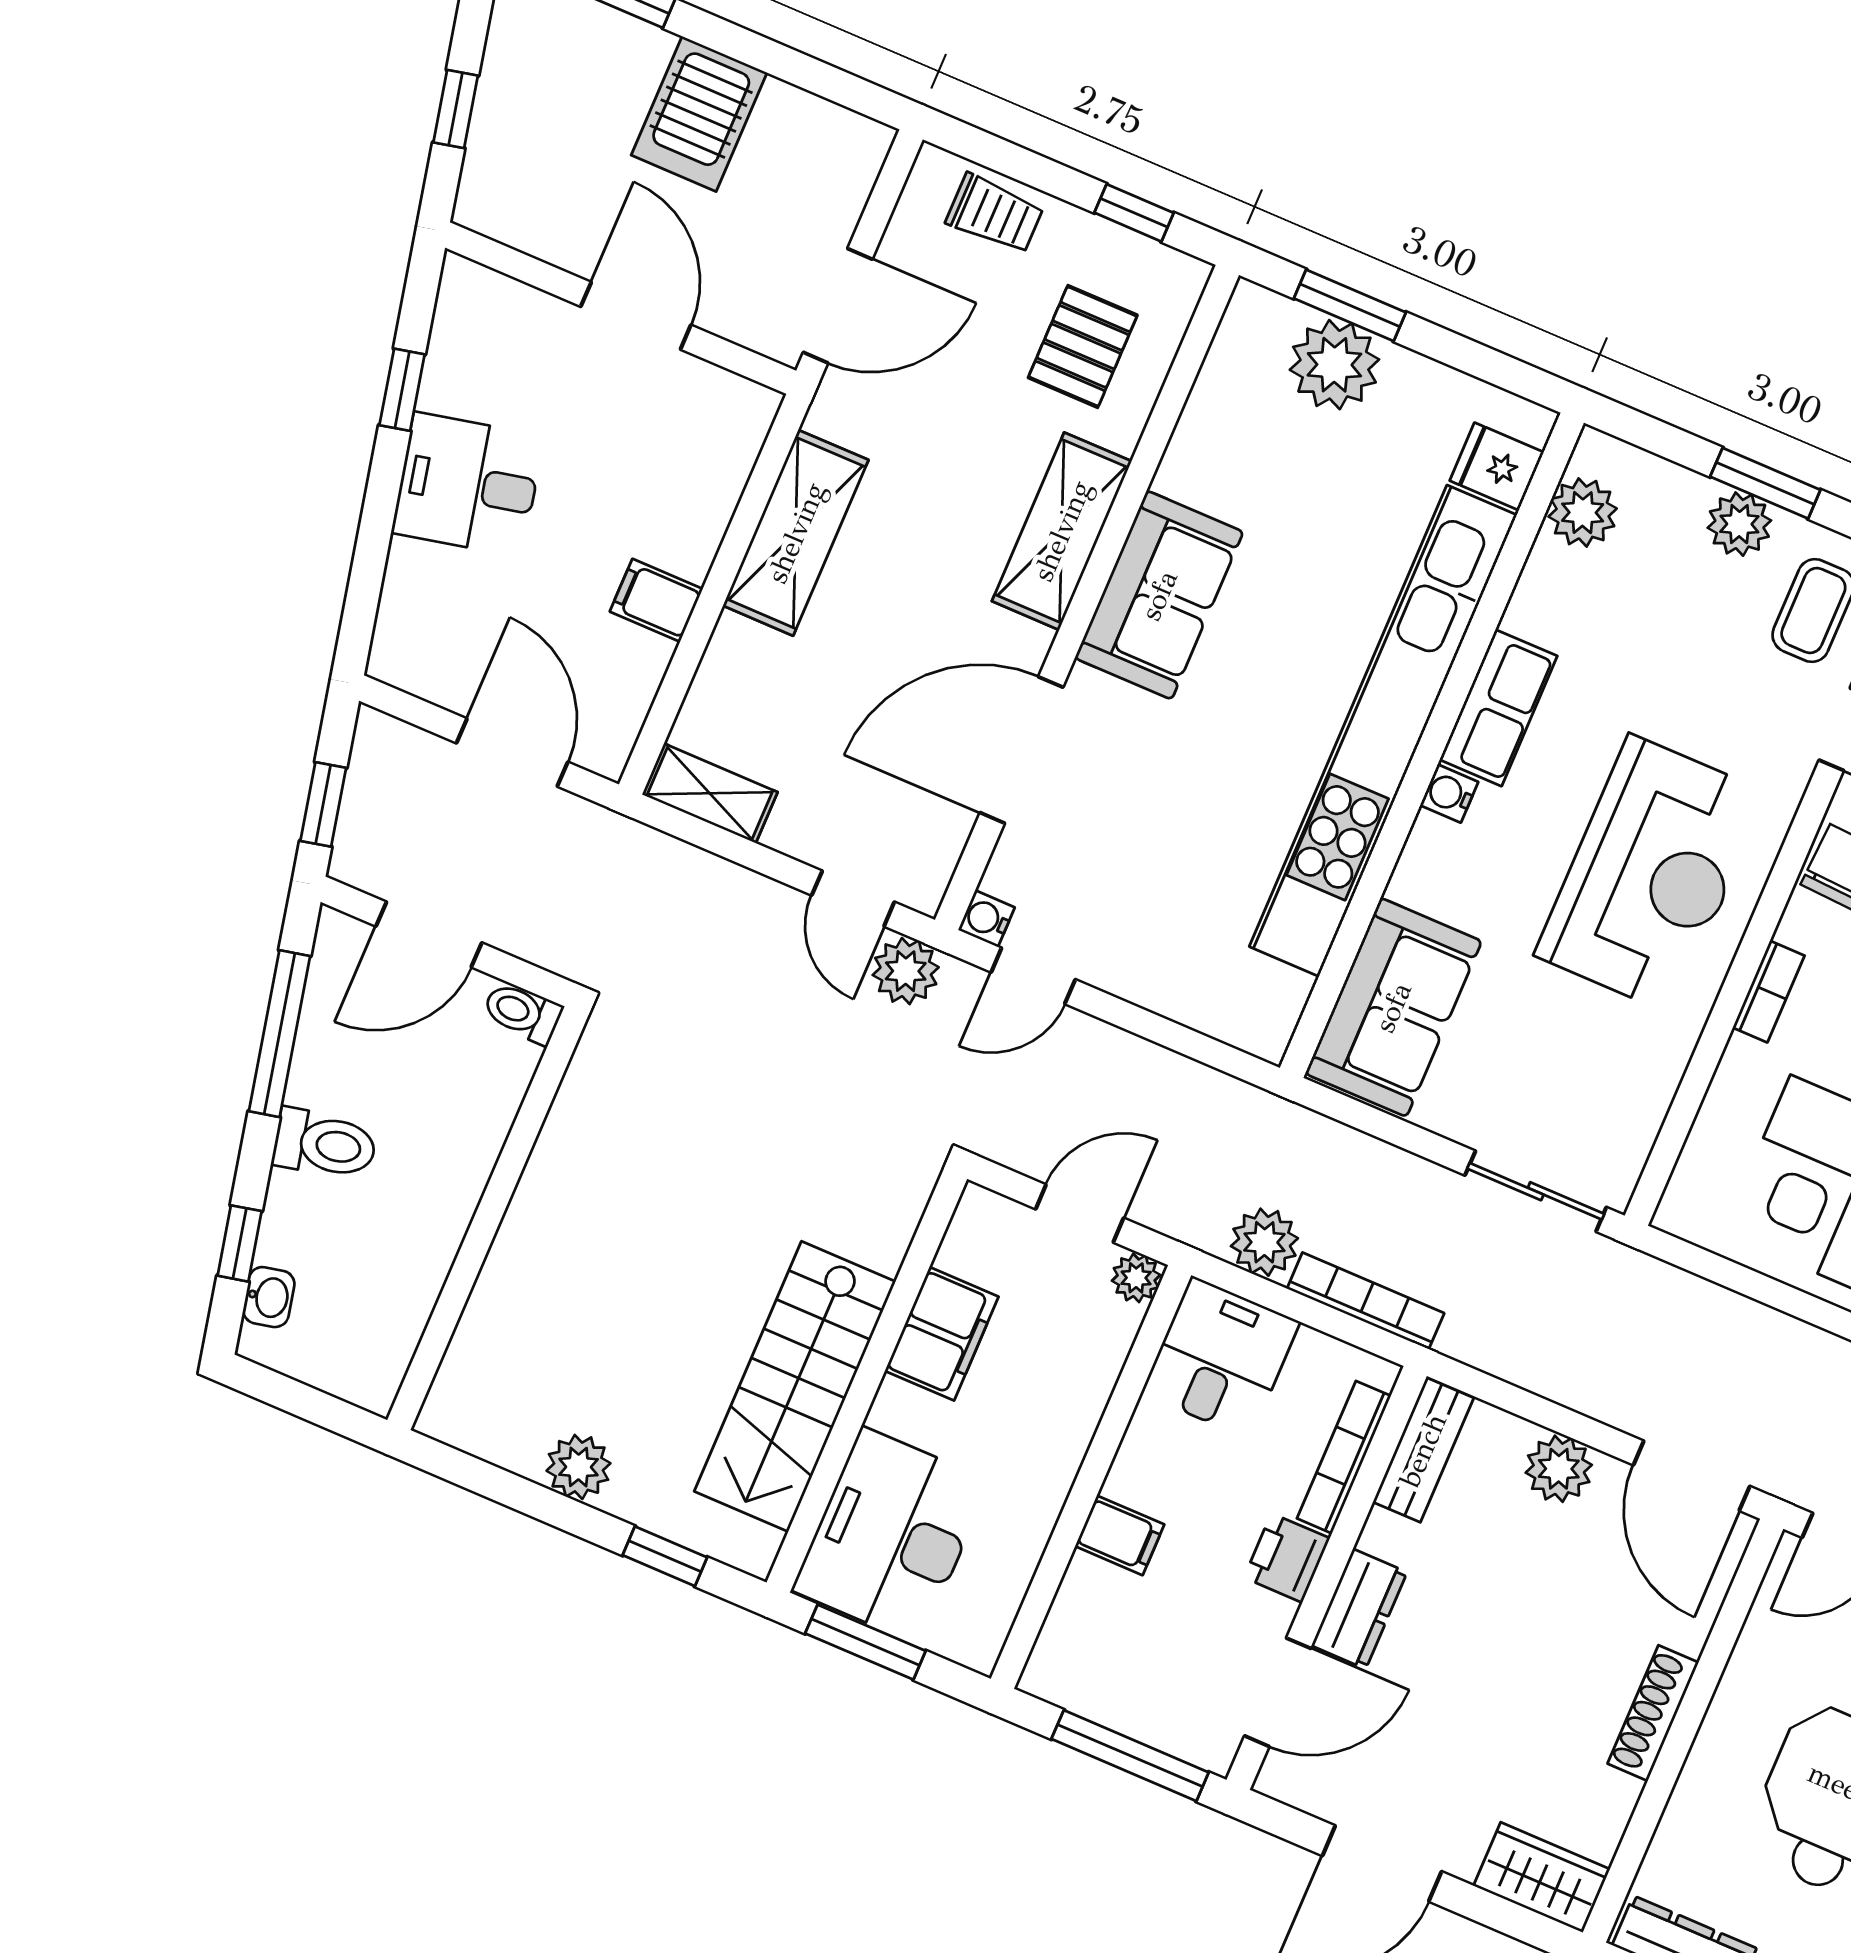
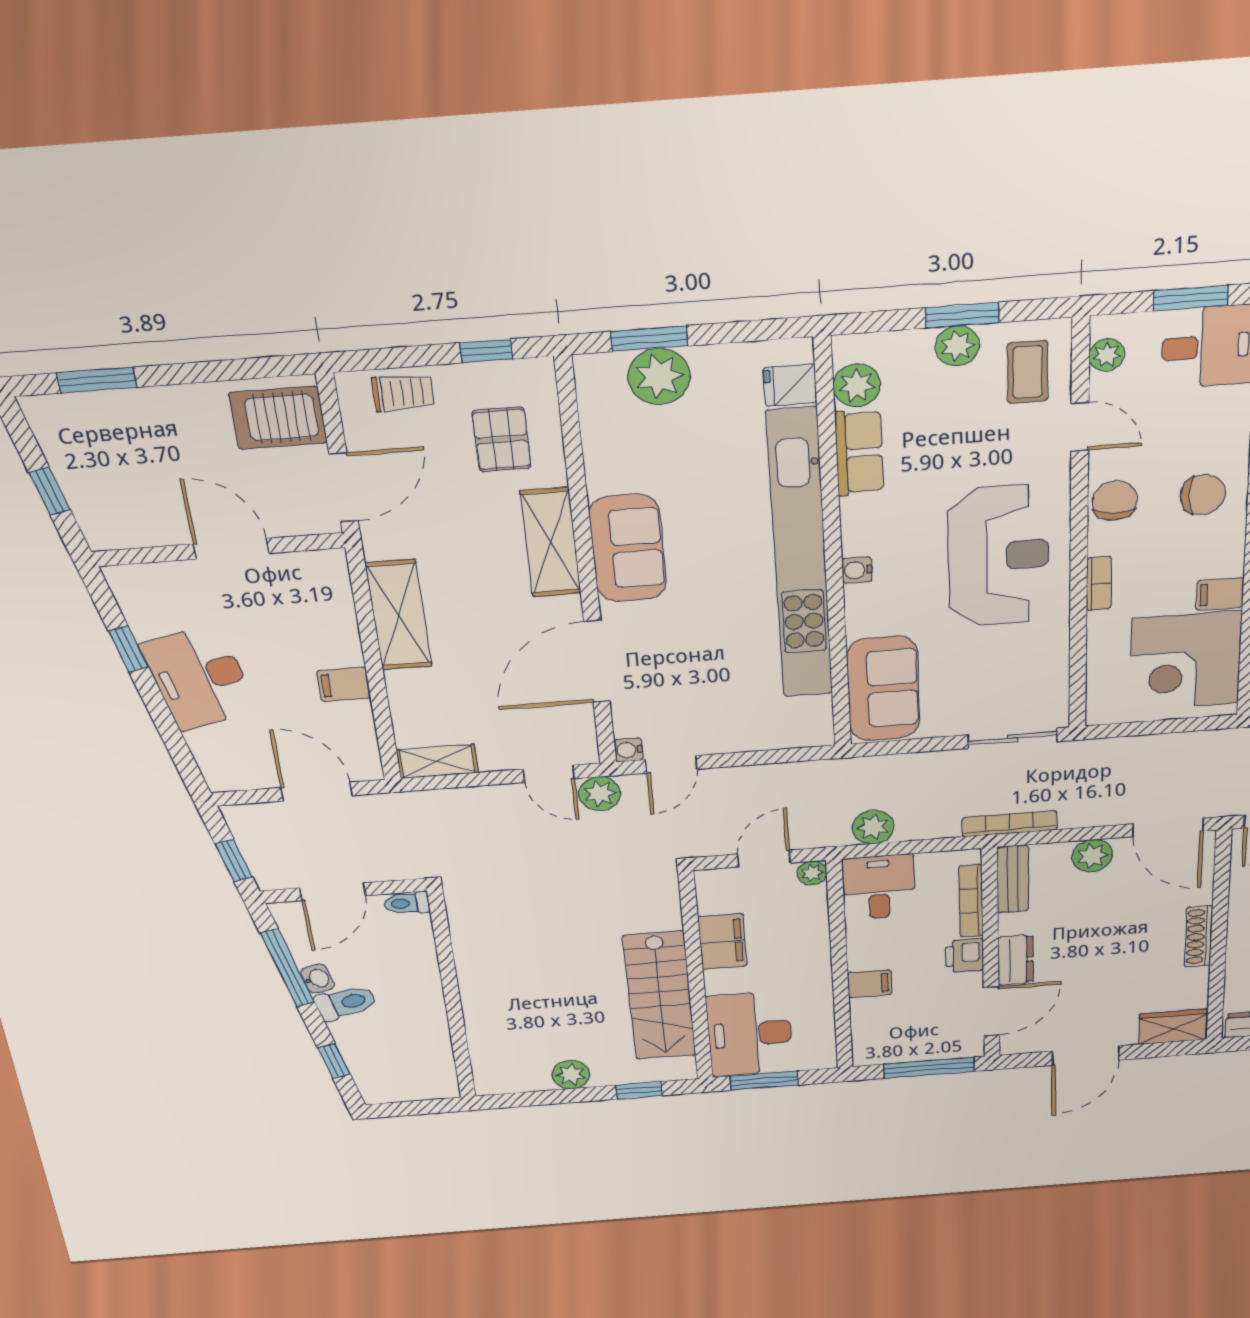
server rack: (699, 114) -> (278, 418), moved, turned 90
desk: (468, 485) -> (199, 678), width x1.37
row of seats: (1498, 708) -> (859, 453), moved
washbasin: (269, 1297) -> (317, 979), moved
bookcase: (1366, 1301) -> (1010, 824), moved

